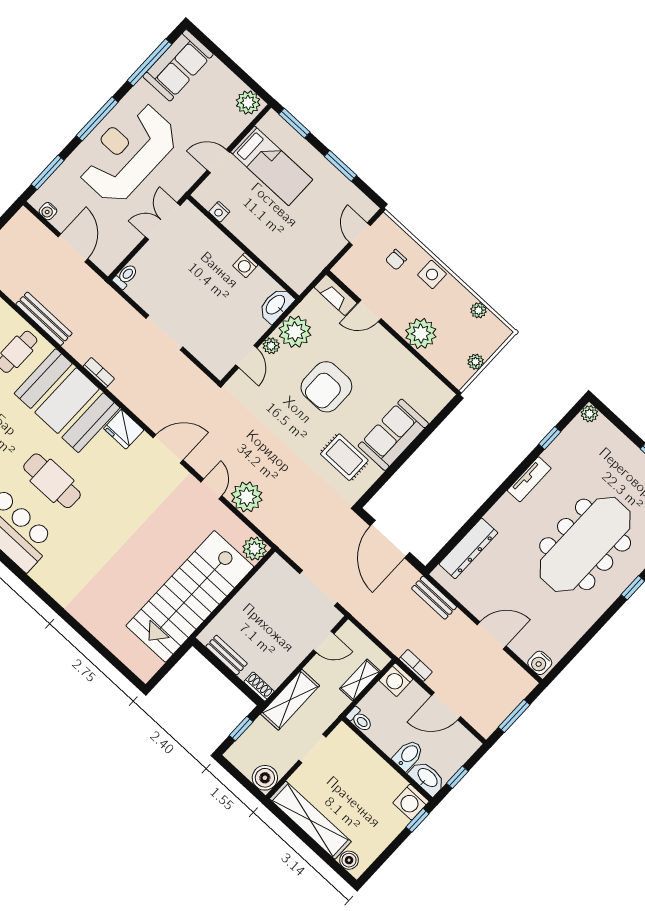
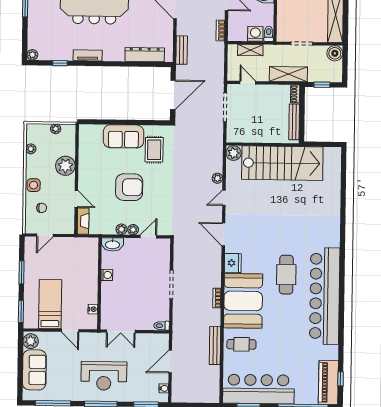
sofa: (178, 65) -> (34, 370), moved, turned 90
reception desk: (128, 153) -> (104, 376), width x0.74, depth x0.77
plant: (295, 332) -> (121, 229), width x0.53, depth x0.53
plant: (247, 497) -> (217, 178), width x0.53, depth x0.53
bench: (227, 655) -> (294, 122), width x1.36
washing machine: (396, 680) -> (255, 34), moved, turned -90

